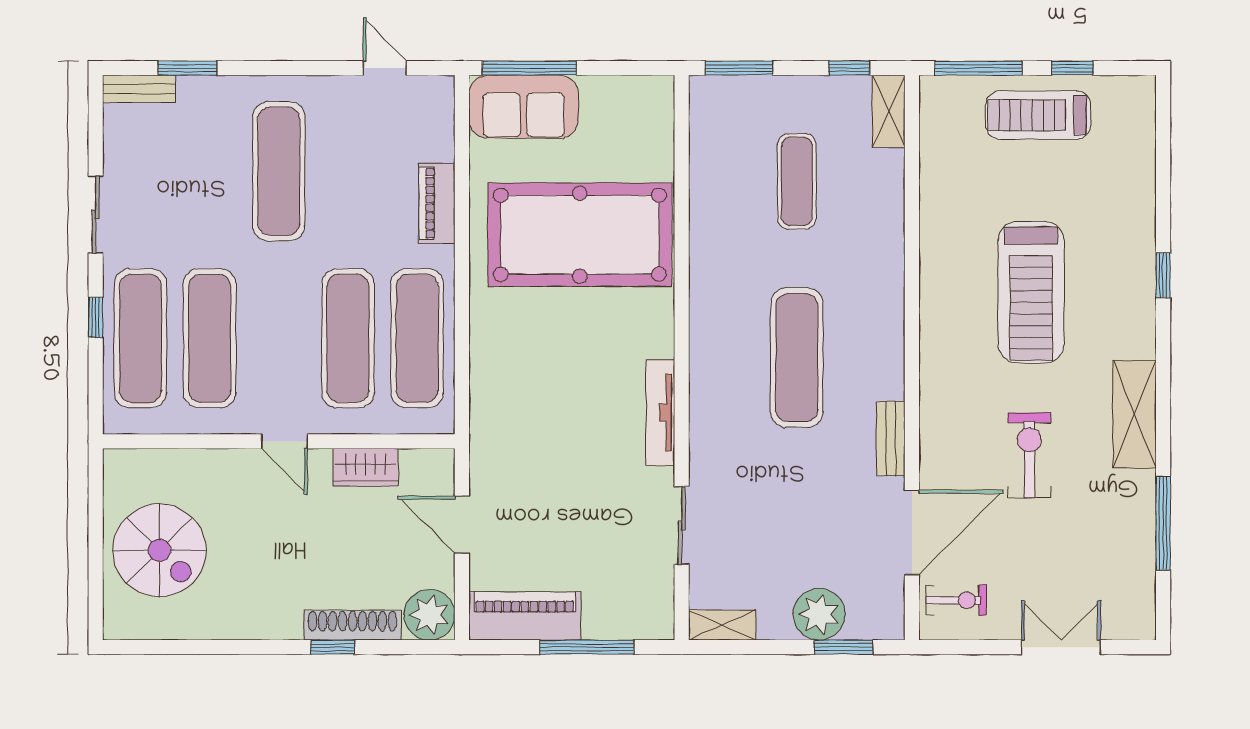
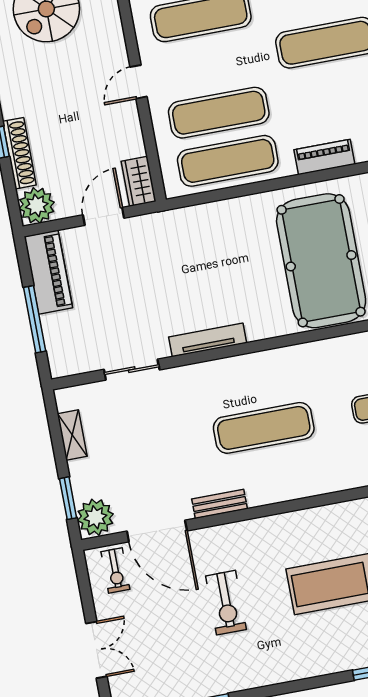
shelving: (1134, 414) -> (268, 671), removed
exercise bike: (1029, 455) -> (226, 603), turned 90
wardrobe: (366, 467) -> (139, 181), moved
plant: (819, 614) -> (95, 517), moved
shelving: (722, 625) -> (72, 435), moved

